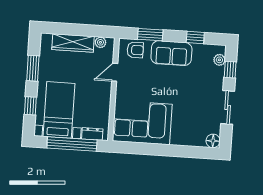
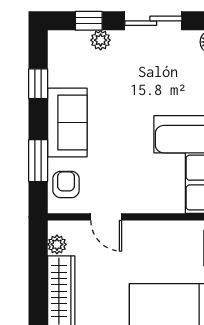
plant: (219, 60) -> (101, 40), moved

